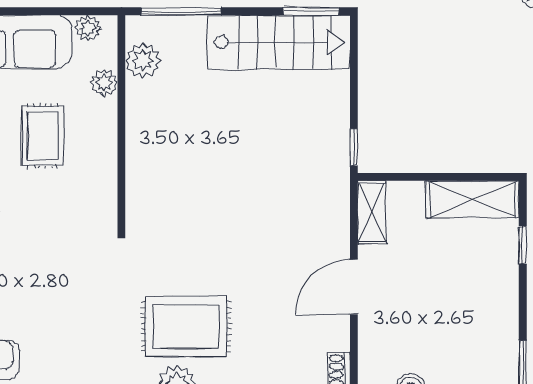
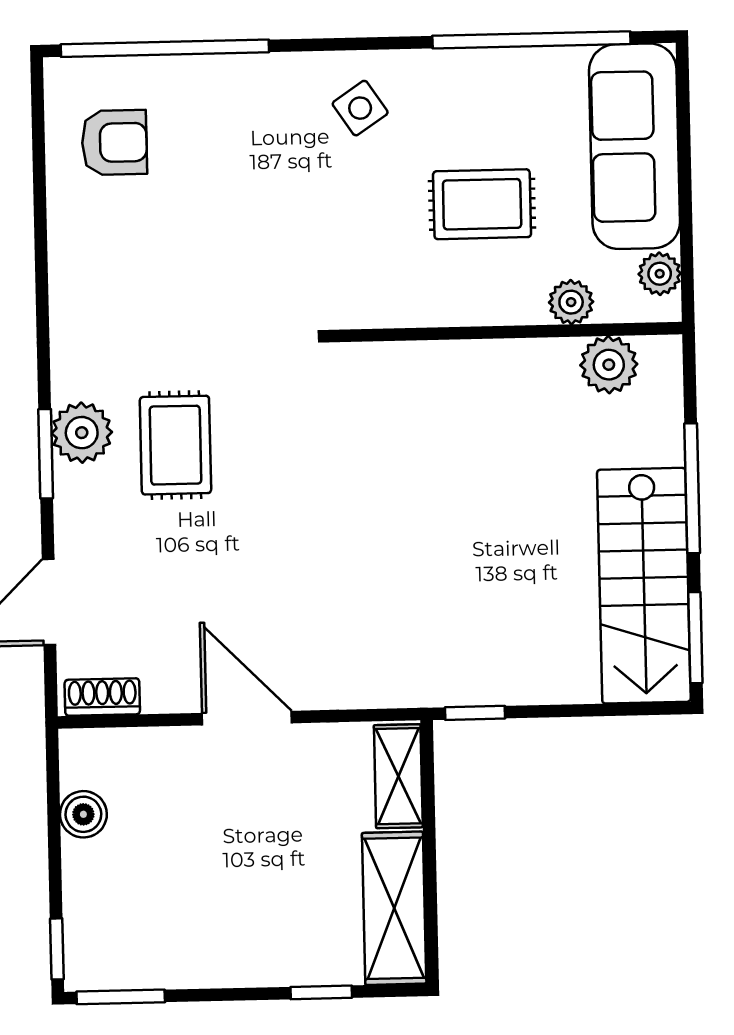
window: (181, 11) -> (692, 488), moved
shelving: (372, 212) -> (398, 776), moved, turned 90
rug: (186, 327) -> (175, 445), width x0.73, depth x0.70

